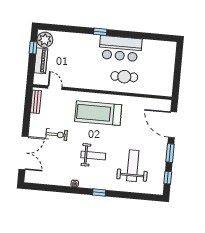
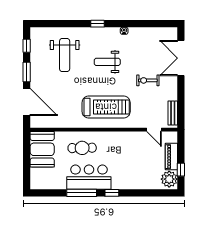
window: (129, 34) -> (82, 193), added
booth: (162, 79) -> (42, 149), added

